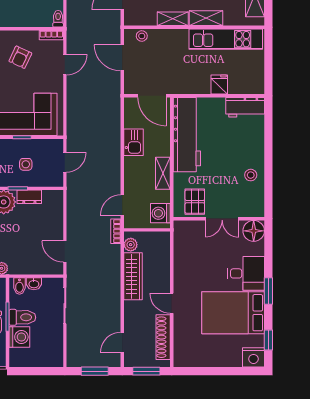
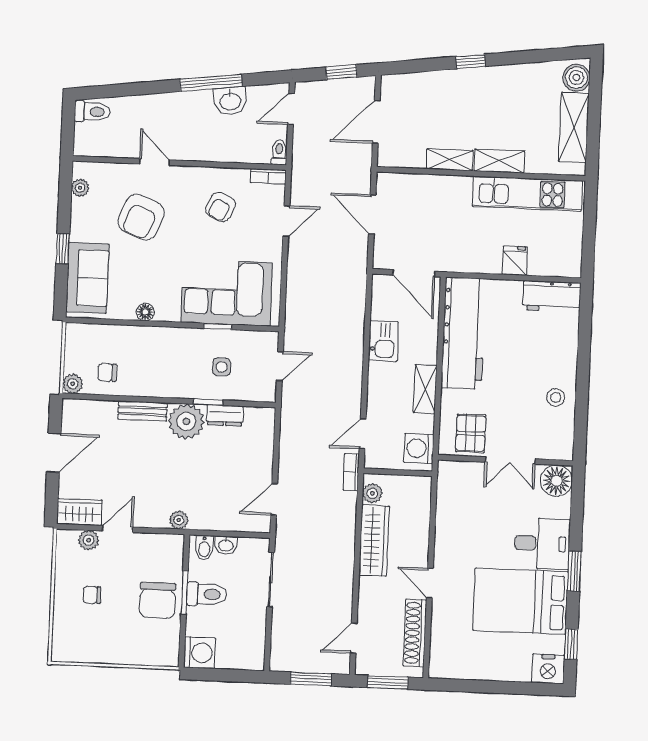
stool: (142, 36) -> (403, 183), removed
door: (65, 252) -> (274, 499), hinge flipped
washing machine: (19, 337) -> (200, 653), moved

